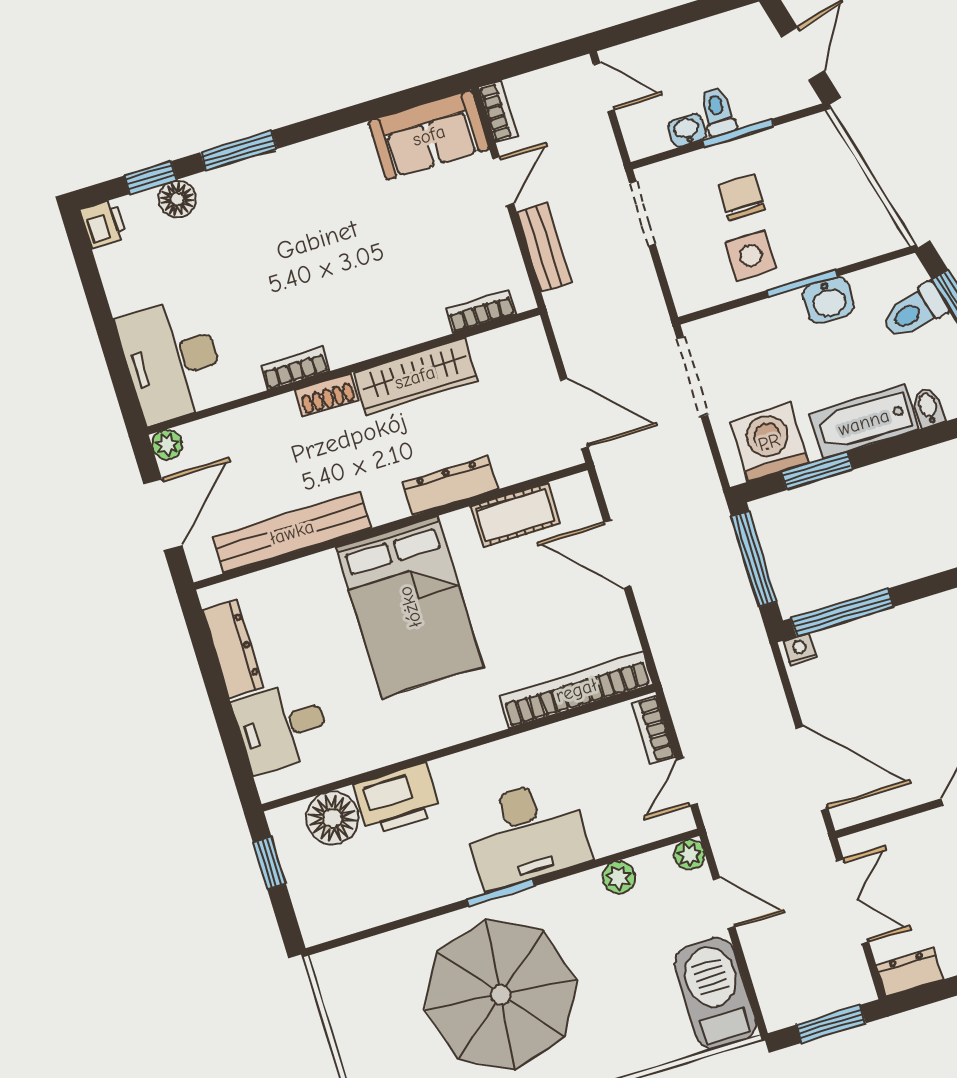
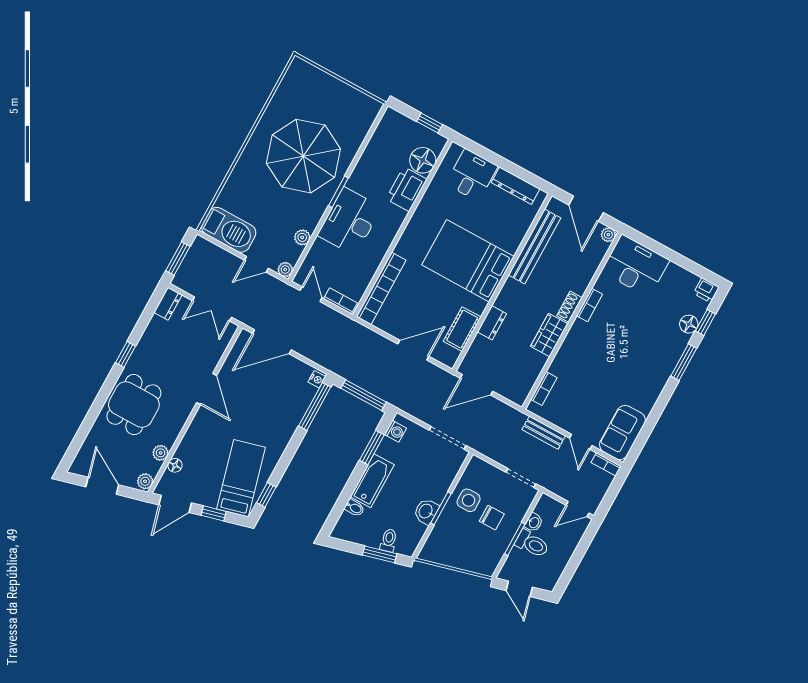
toilet: (717, 111) -> (532, 544), width x1.37, depth x1.39
toilet: (914, 311) -> (389, 540), width x0.73, depth x0.72
wardrobe: (415, 377) -> (549, 335), width x0.67
washing machine: (769, 442) -> (395, 431), width x0.53, depth x0.53
dresser: (450, 486) -> (492, 323), width x0.70

